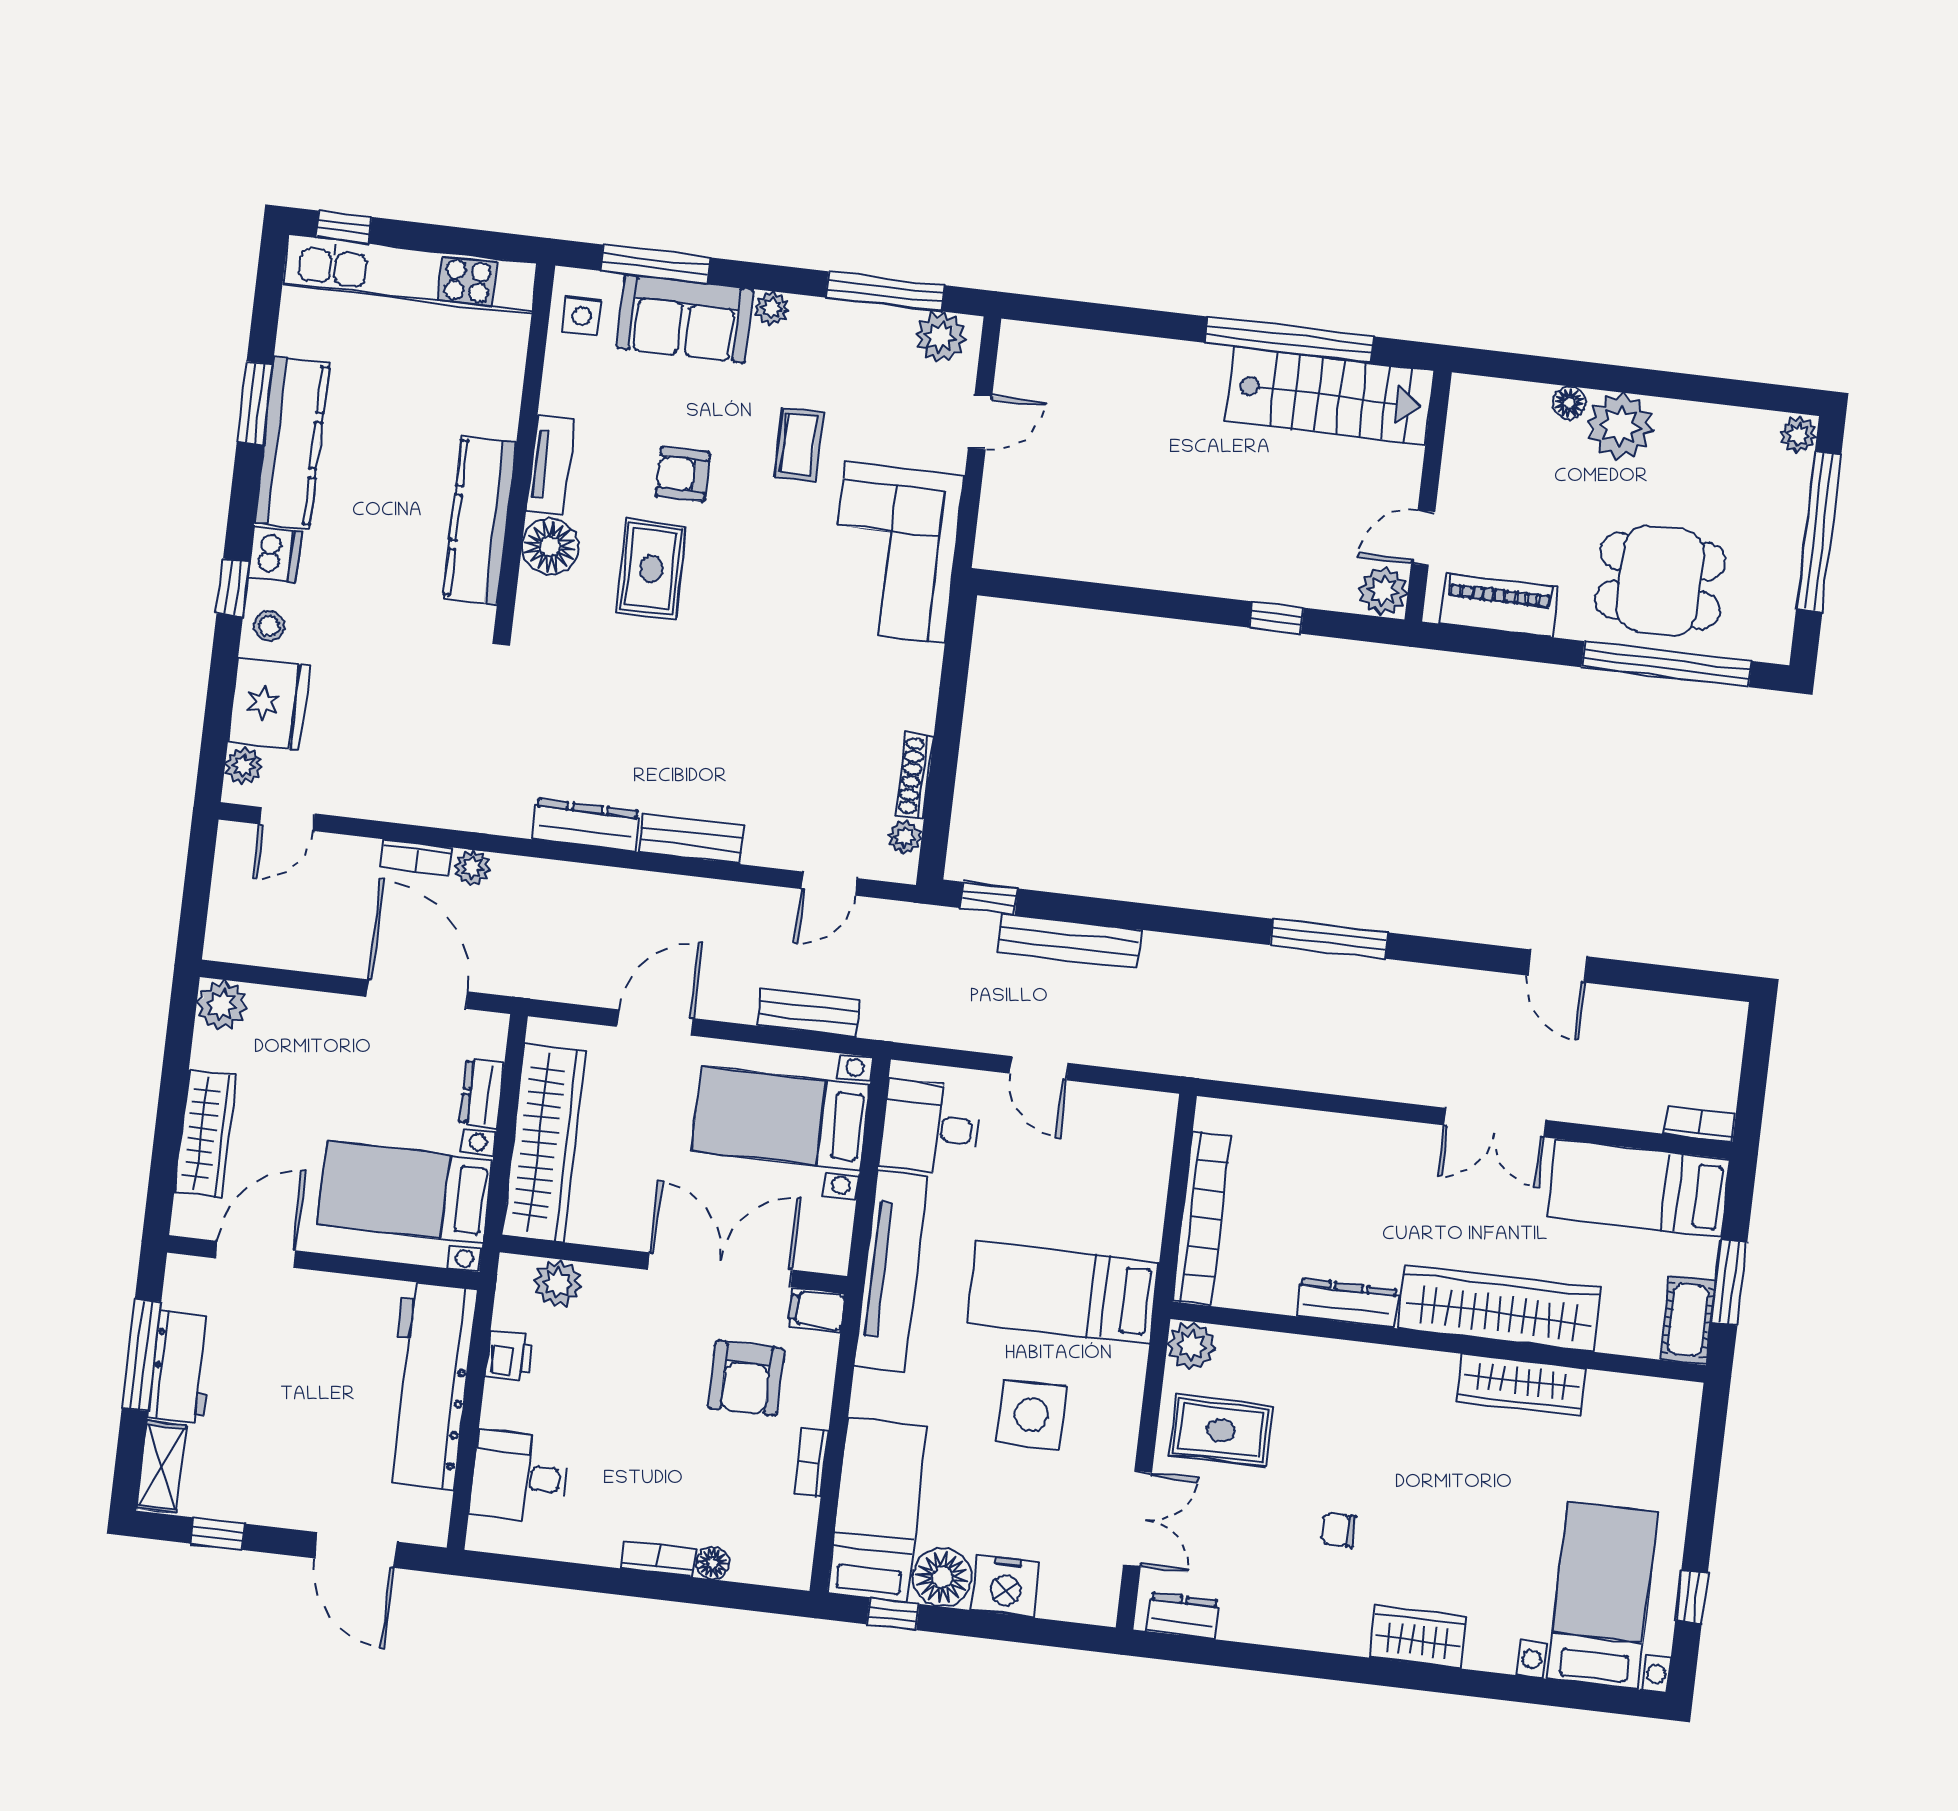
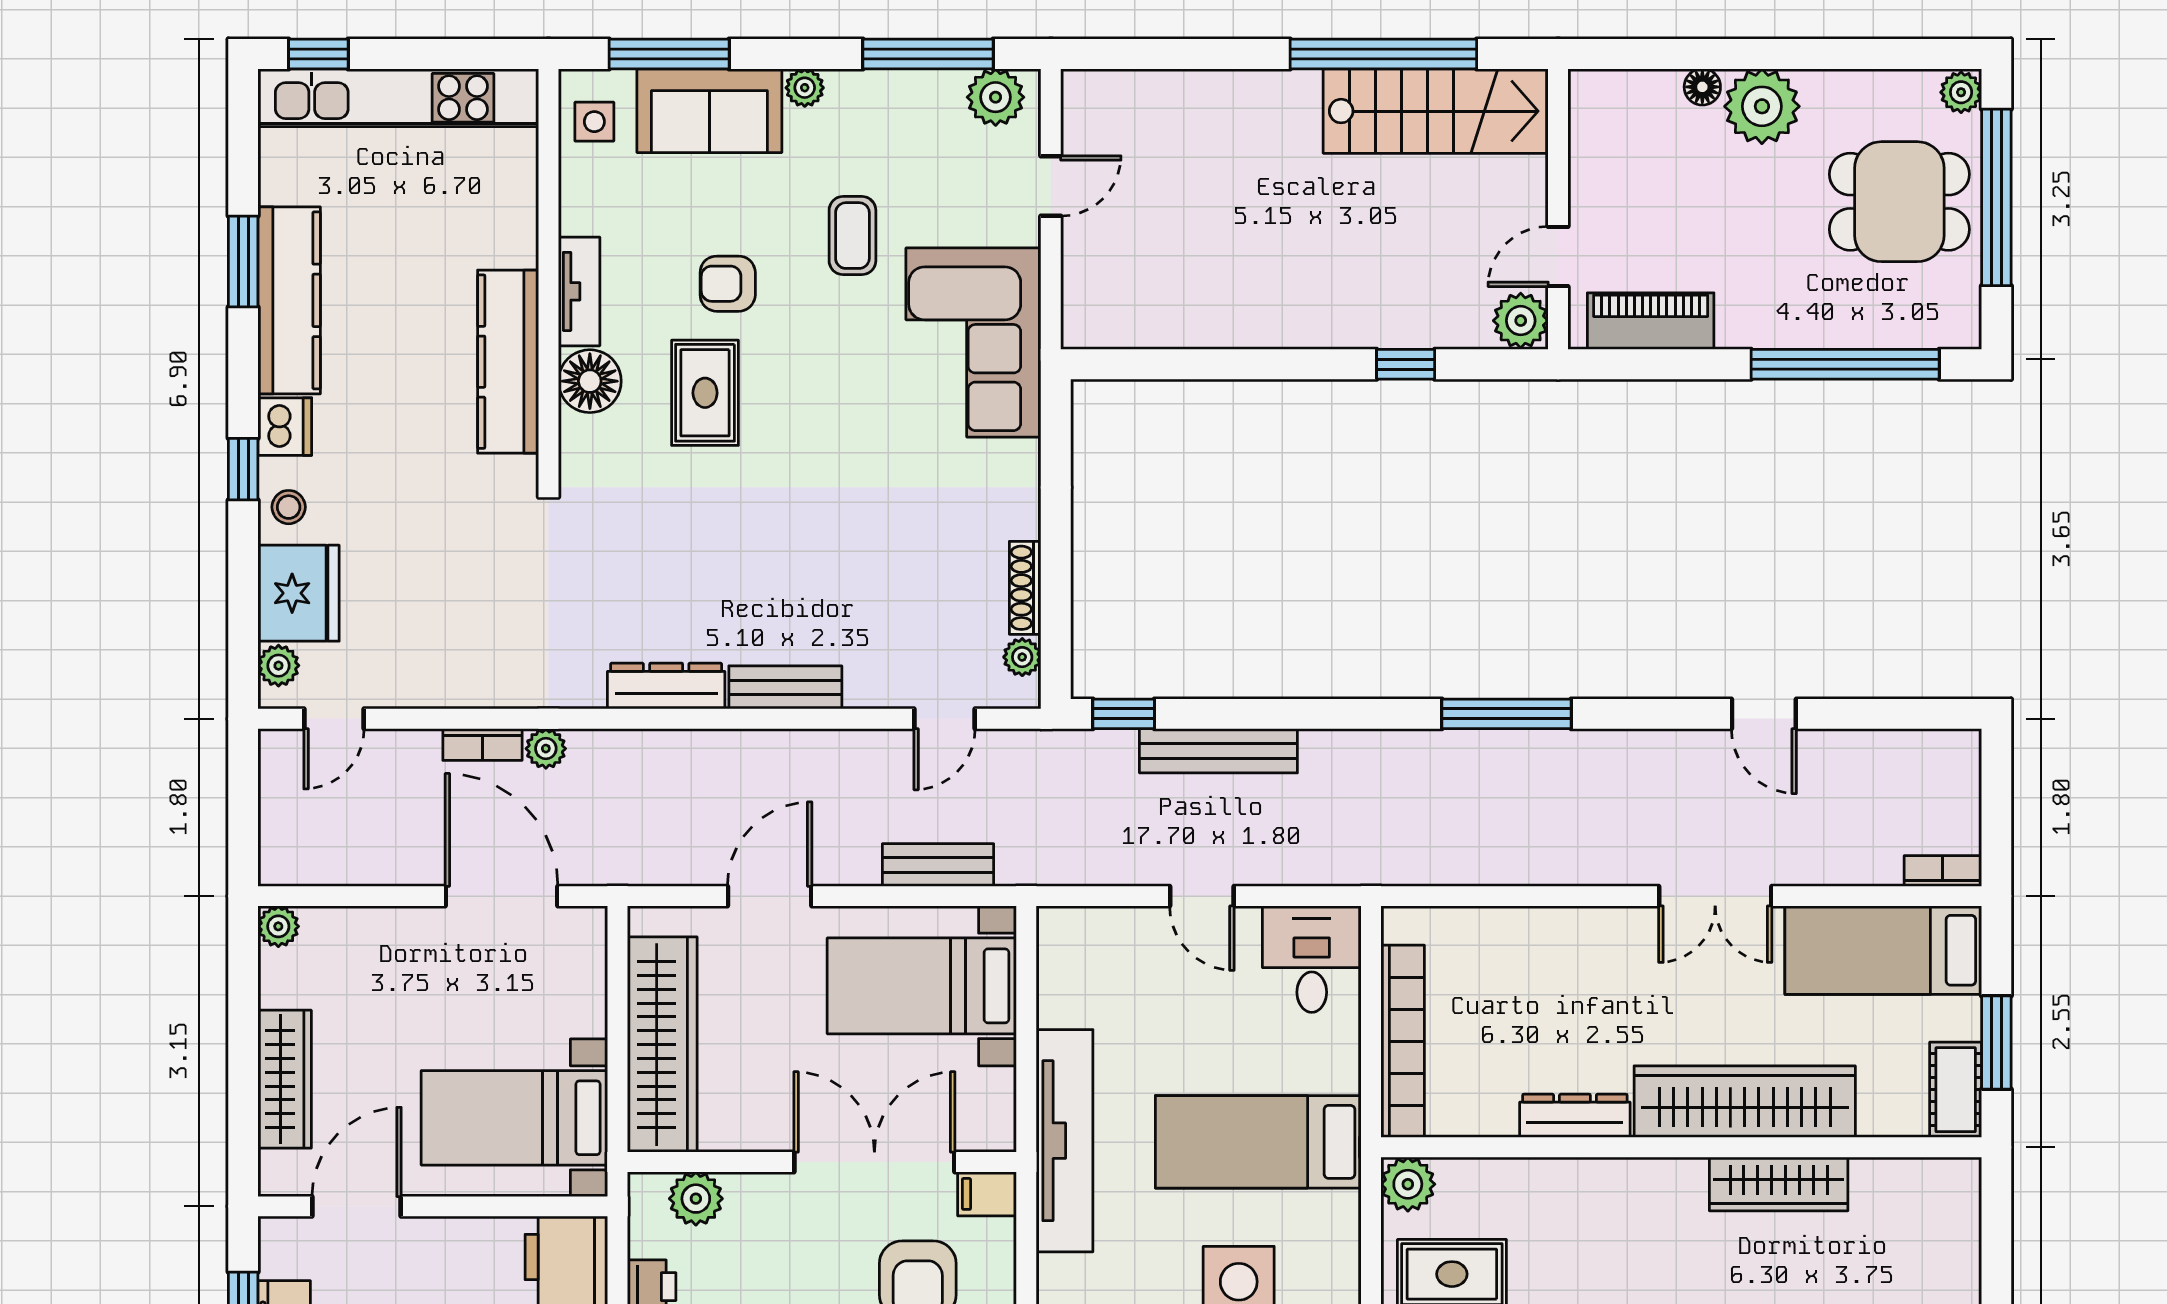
dining table: (1660, 581) -> (1899, 202), moved
plant: (222, 1005) -> (278, 926), width x0.73, depth x0.73
dresser: (482, 1093) -> (587, 998), removed
desk: (931, 1128) -> (1312, 959), moved, turned 90

